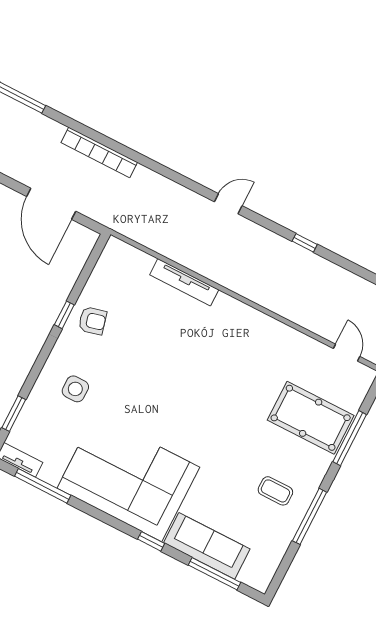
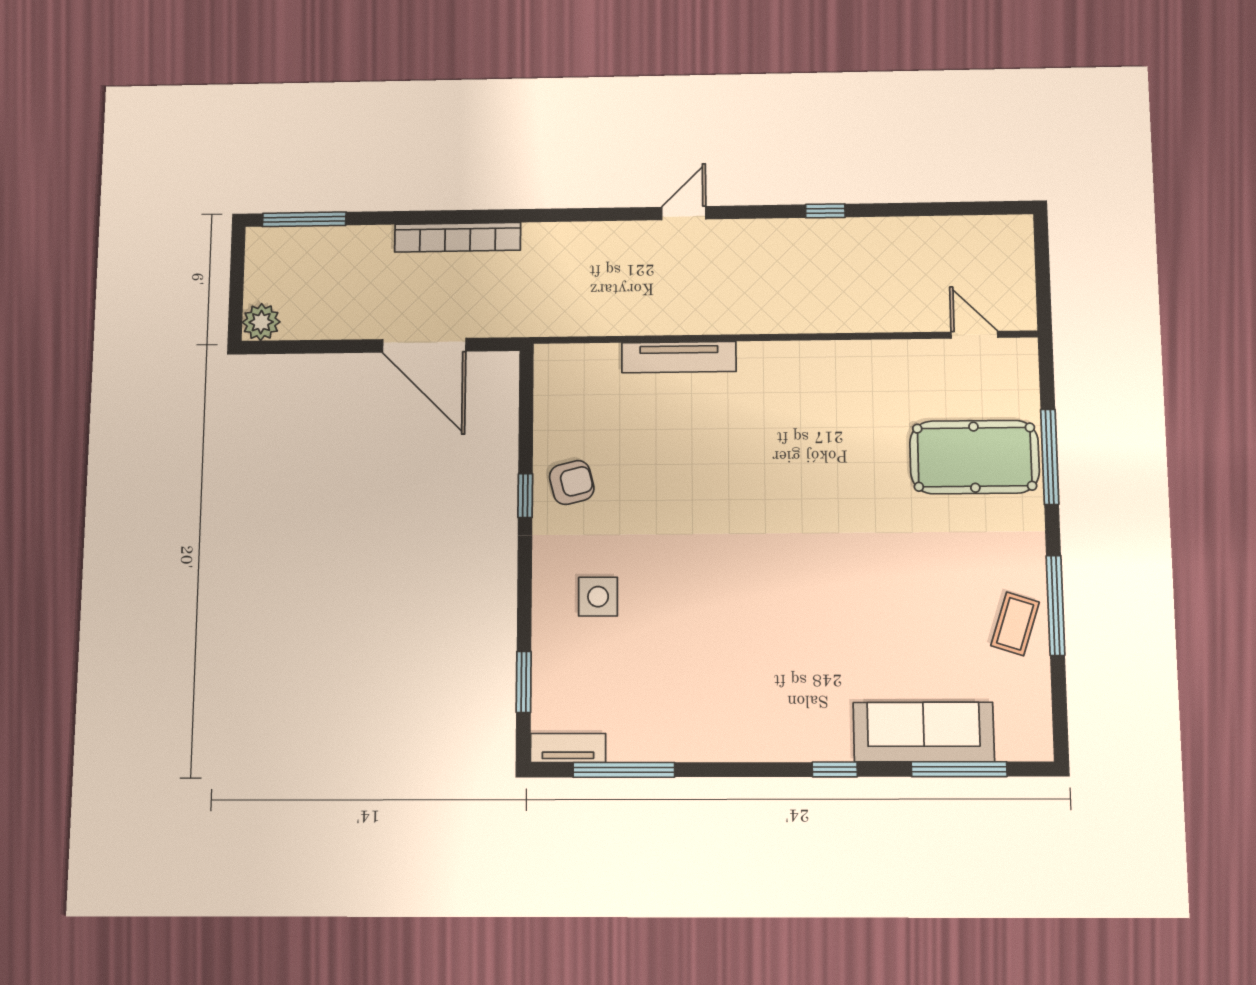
corner sofa: (128, 478) -> (748, 689), removed
coffee table: (275, 491) -> (1015, 624), moved, turned -72

